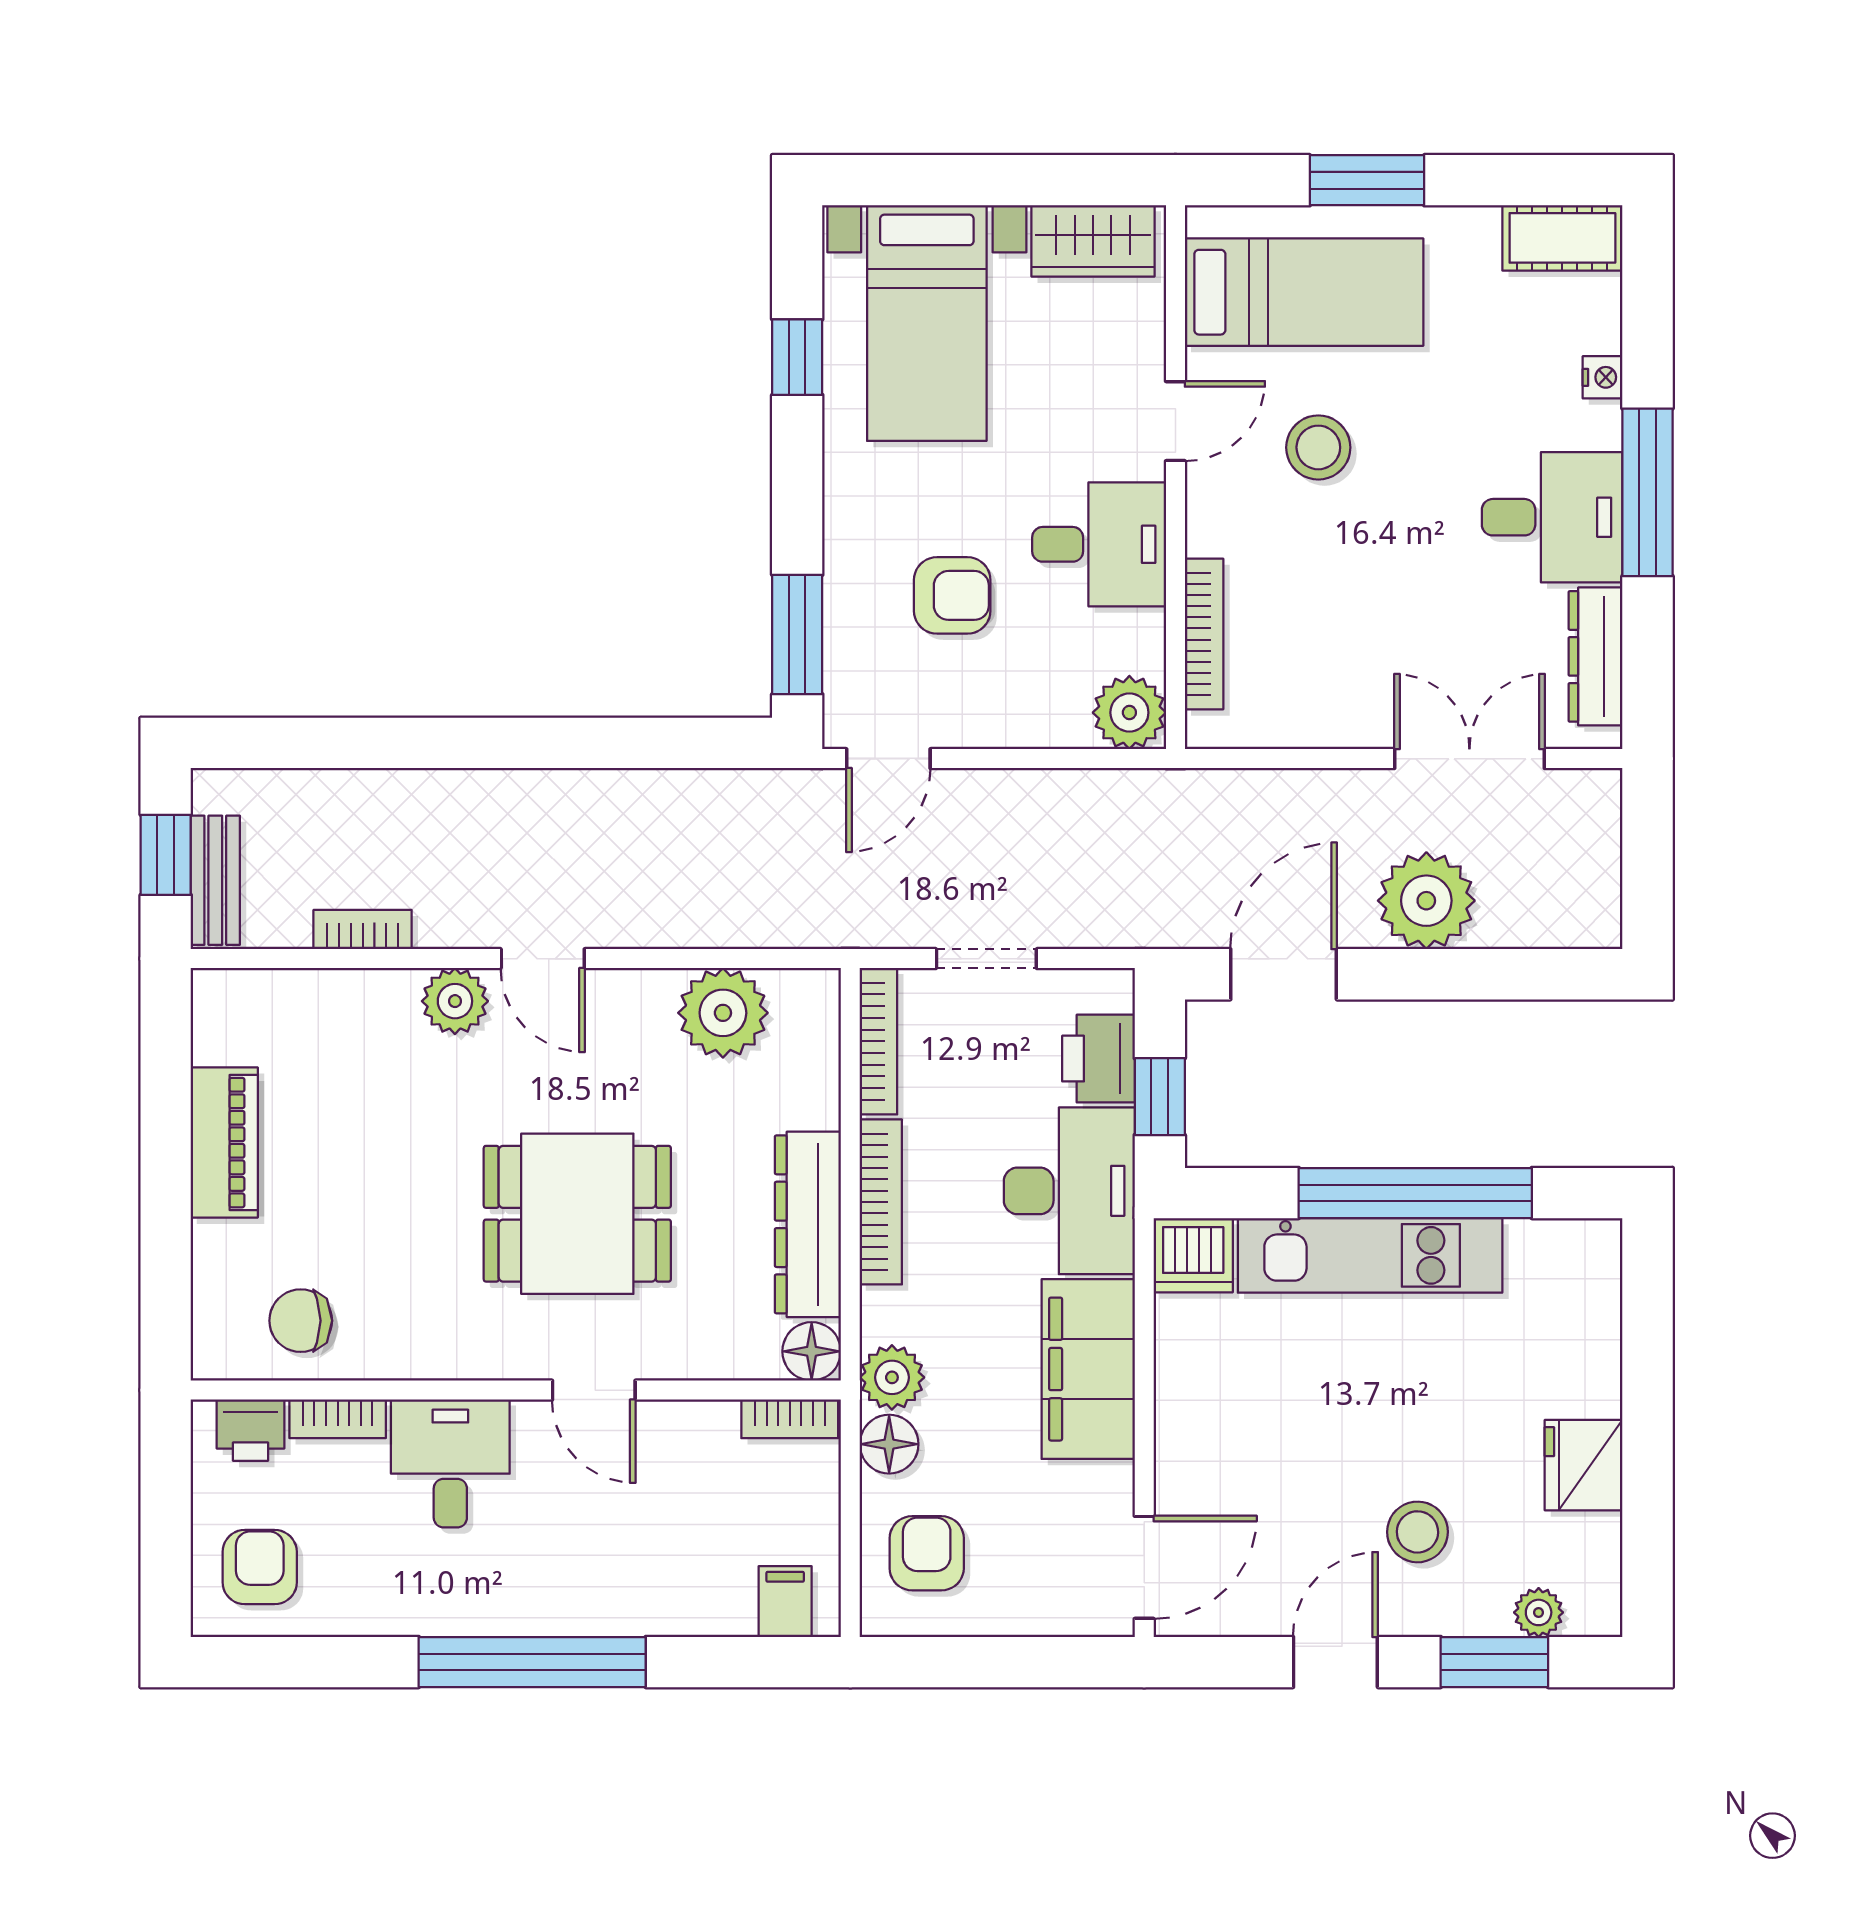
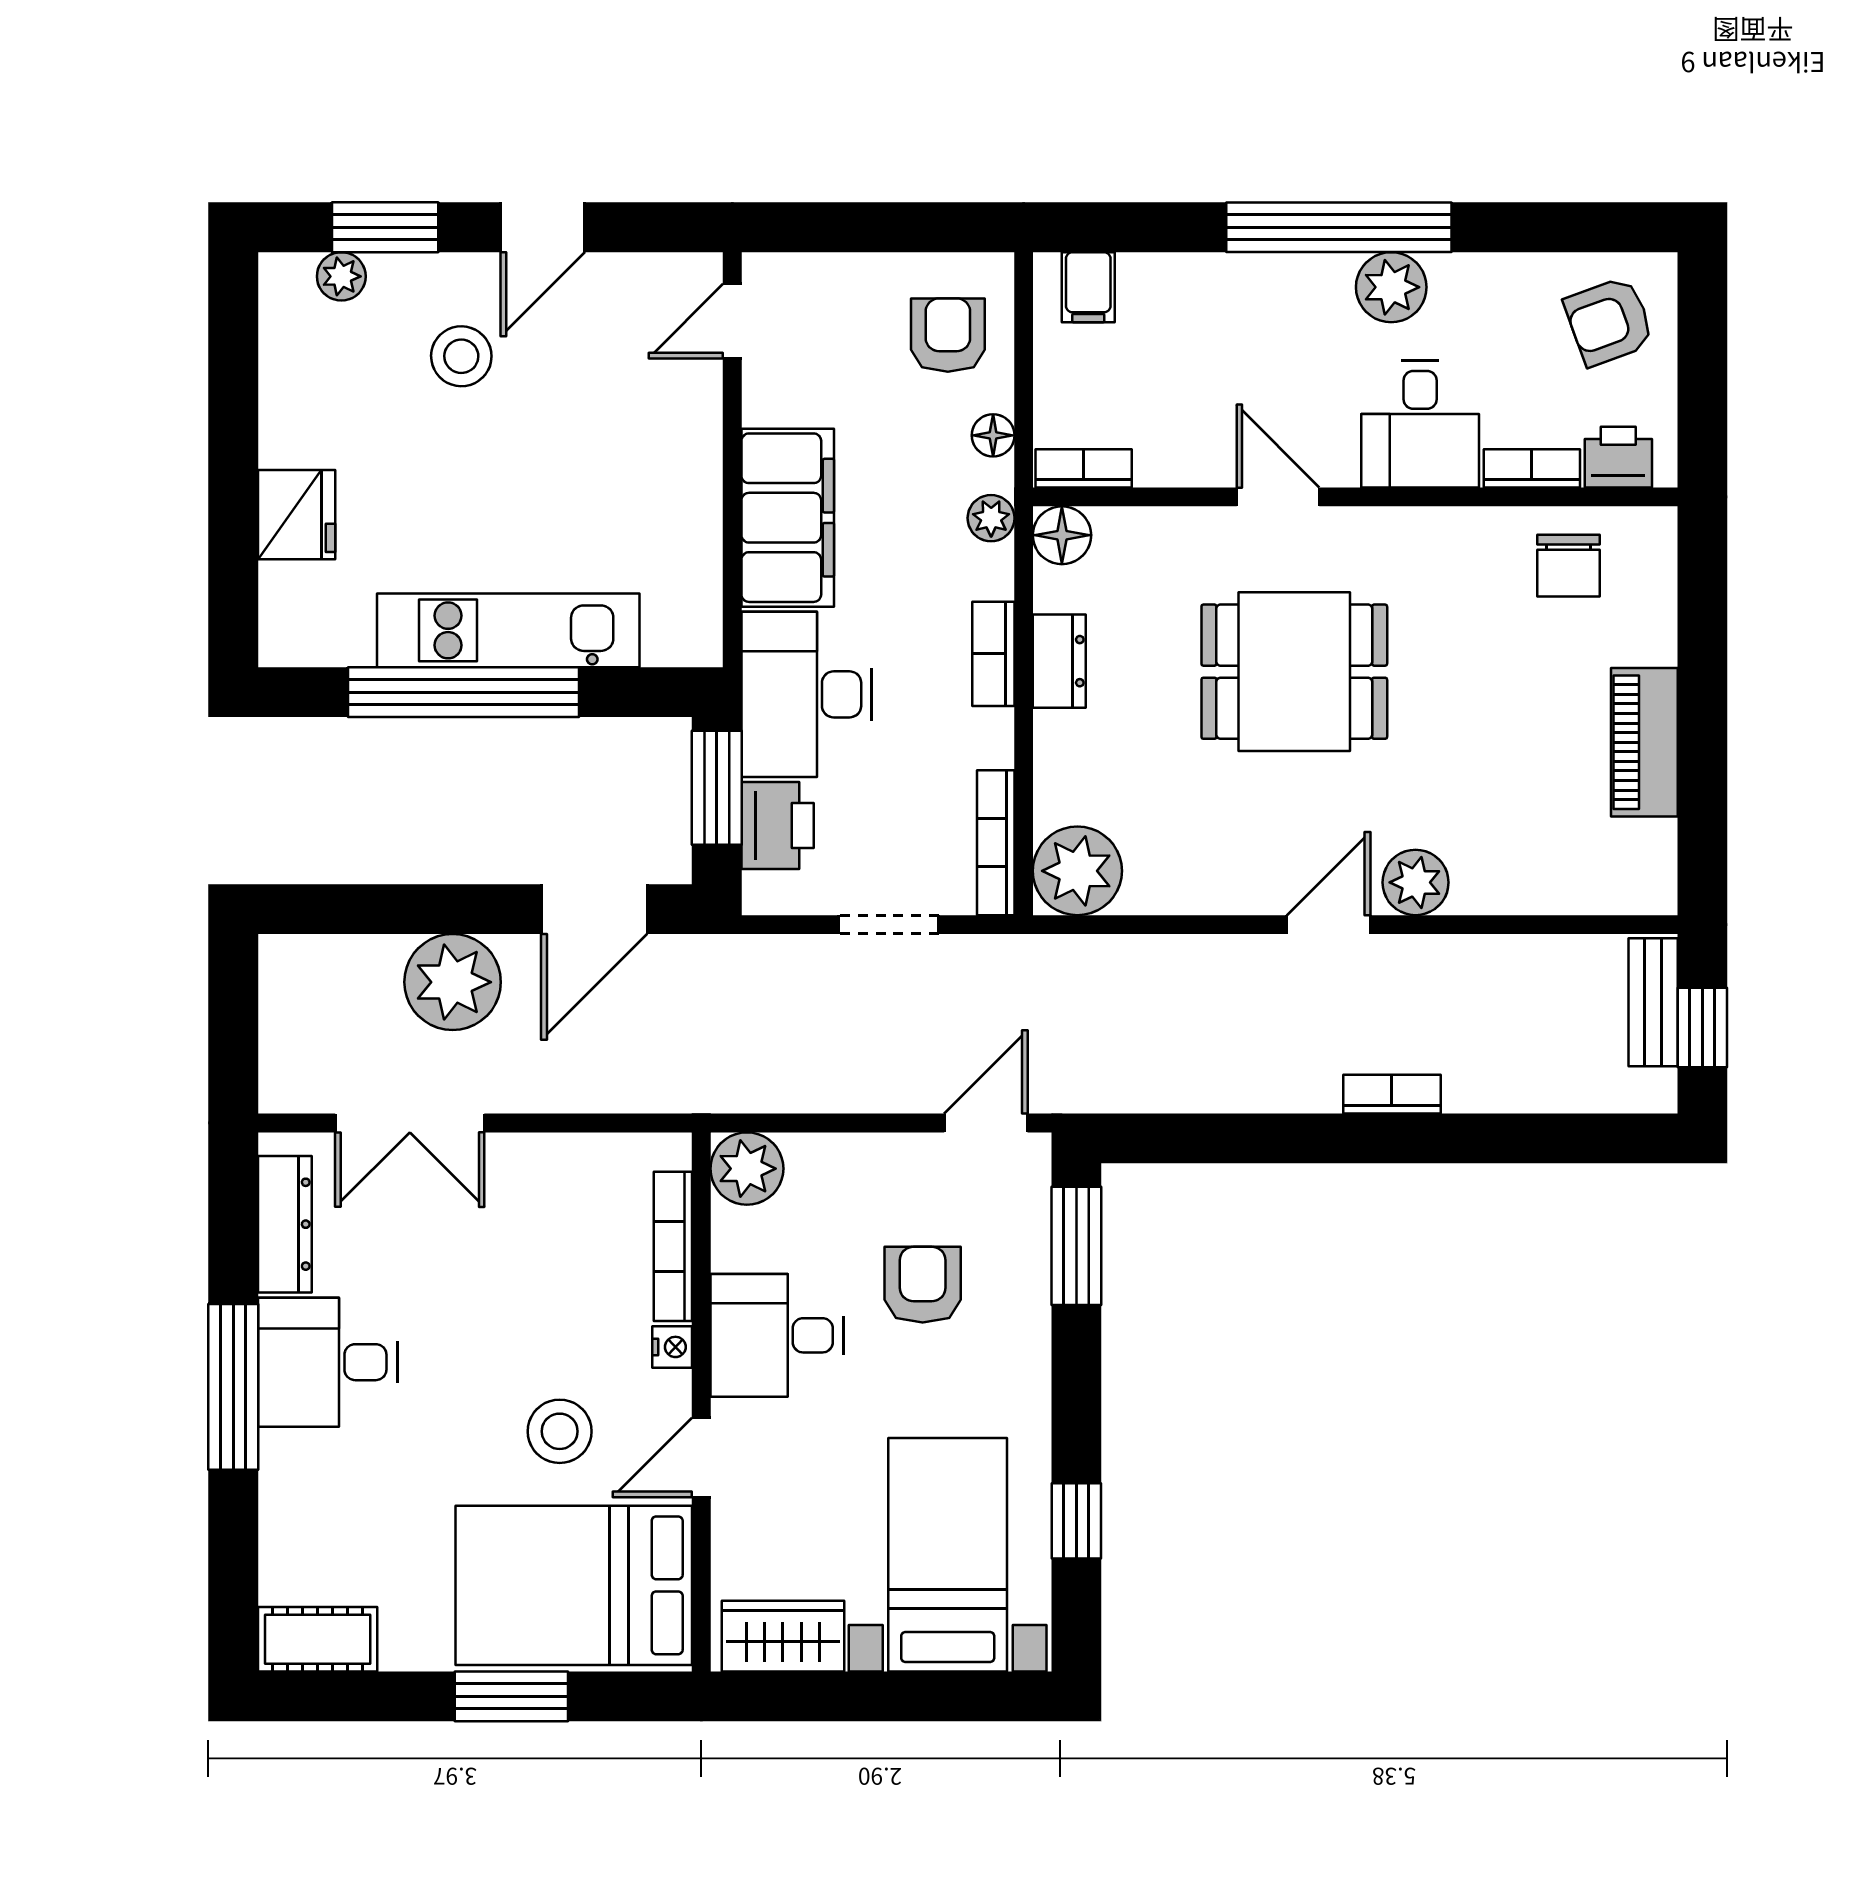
bed: (1304, 292) -> (574, 1585), width x1.50
nightstand: (1603, 377) -> (672, 1347), moved, turned 180
armchair: (952, 595) -> (923, 1285), turned 90
bookcase: (363, 930) -> (1392, 1094), moved, turned 180
door: (543, 959) -> (1329, 925), hinge flipped
plant: (723, 1013) -> (1077, 871), moved
window: (1160, 1097) -> (717, 788), width x1.50
bookcase: (881, 1202) -> (993, 654), width x0.64
dresser: (808, 1224) -> (1059, 661), width x0.51, depth x0.80
dishwasher: (1193, 1255) -> (684, 631), removed
chair: (301, 1321) -> (1568, 566), turned 90
plant: (892, 1377) -> (991, 518), width x0.73, depth x0.73
floor lamp: (889, 1444) -> (993, 435), width x0.73, depth x0.73
fridge: (1584, 1465) -> (297, 515), moved
armchair: (927, 1553) -> (948, 335), turned 180
armchair: (260, 1567) -> (1609, 321), turned 70
door: (1144, 1567) -> (732, 321), width x0.73
plant: (480, 1602) -> (1391, 287), added

